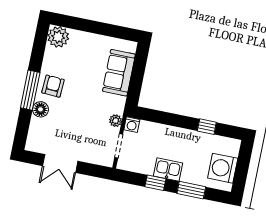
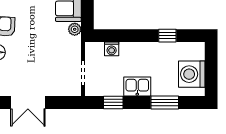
plant: (116, 121) -> (75, 29), moved
washing machine: (132, 125) -> (112, 49), moved
window: (155, 183) -> (113, 102), moved

